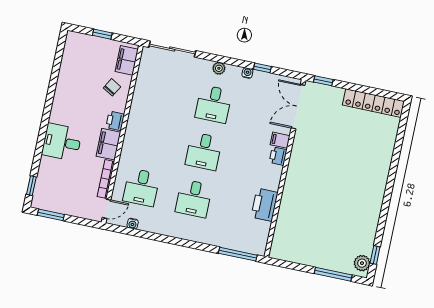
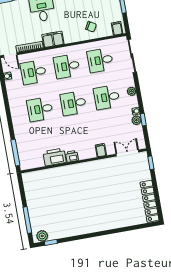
filing cabinet: (127, 60) -> (117, 28), width x0.50
plant: (260, 77) -> (136, 120), added
desk: (161, 93) -> (100, 60), added
double door: (298, 107) -> (127, 153), width x0.73
printer: (115, 121) -> (70, 38), removed
desk: (151, 140) -> (67, 66), added
printer: (278, 156) -> (72, 156), moved

